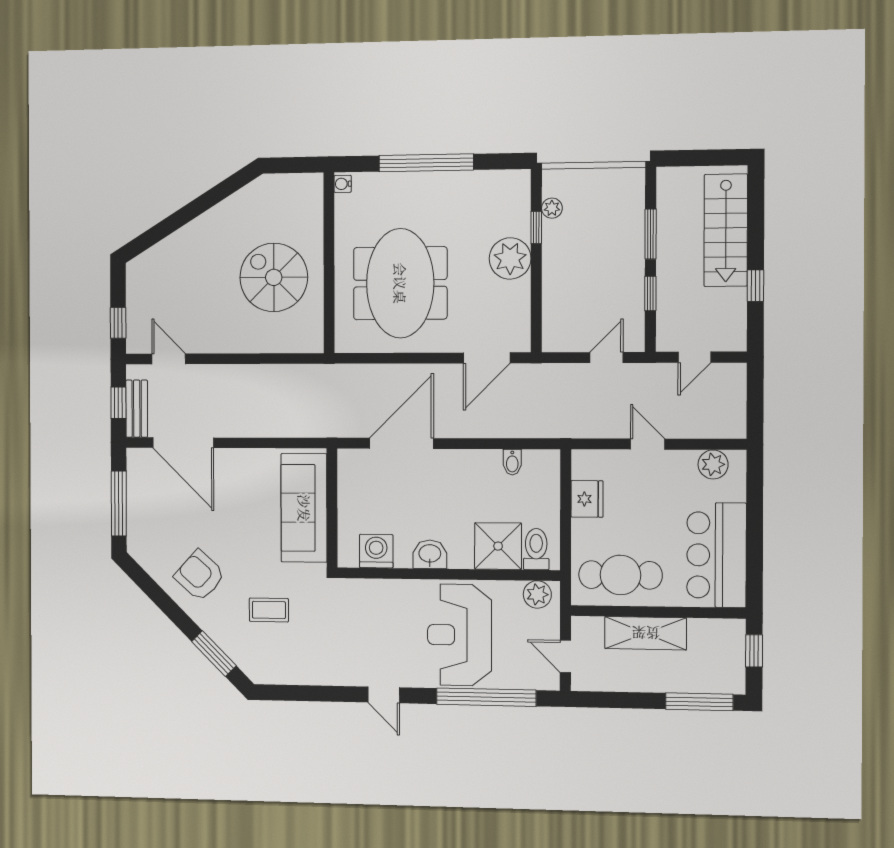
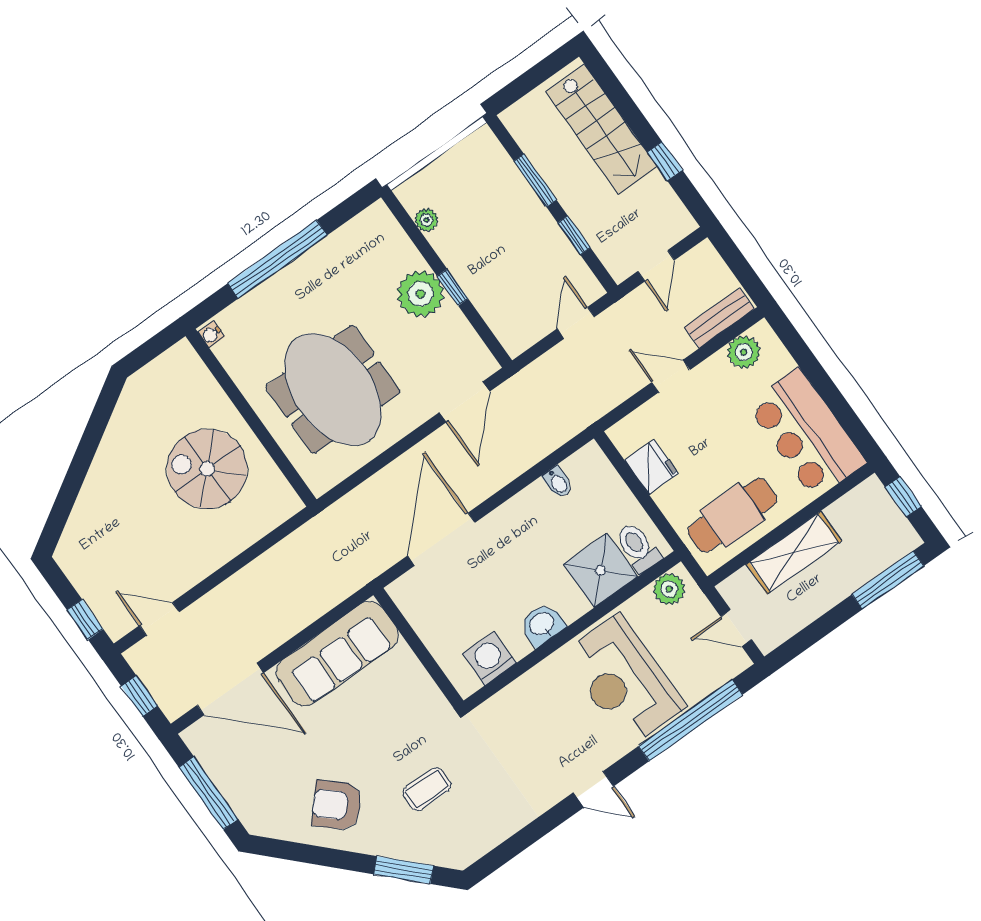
window: (536, 227) -> (453, 287), moved
bench: (137, 409) -> (719, 318), moved, turned 90
sofa: (304, 508) -> (337, 654), moved, turned -90

